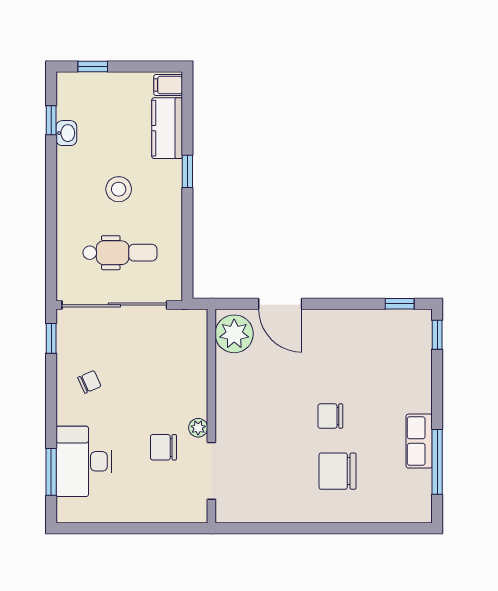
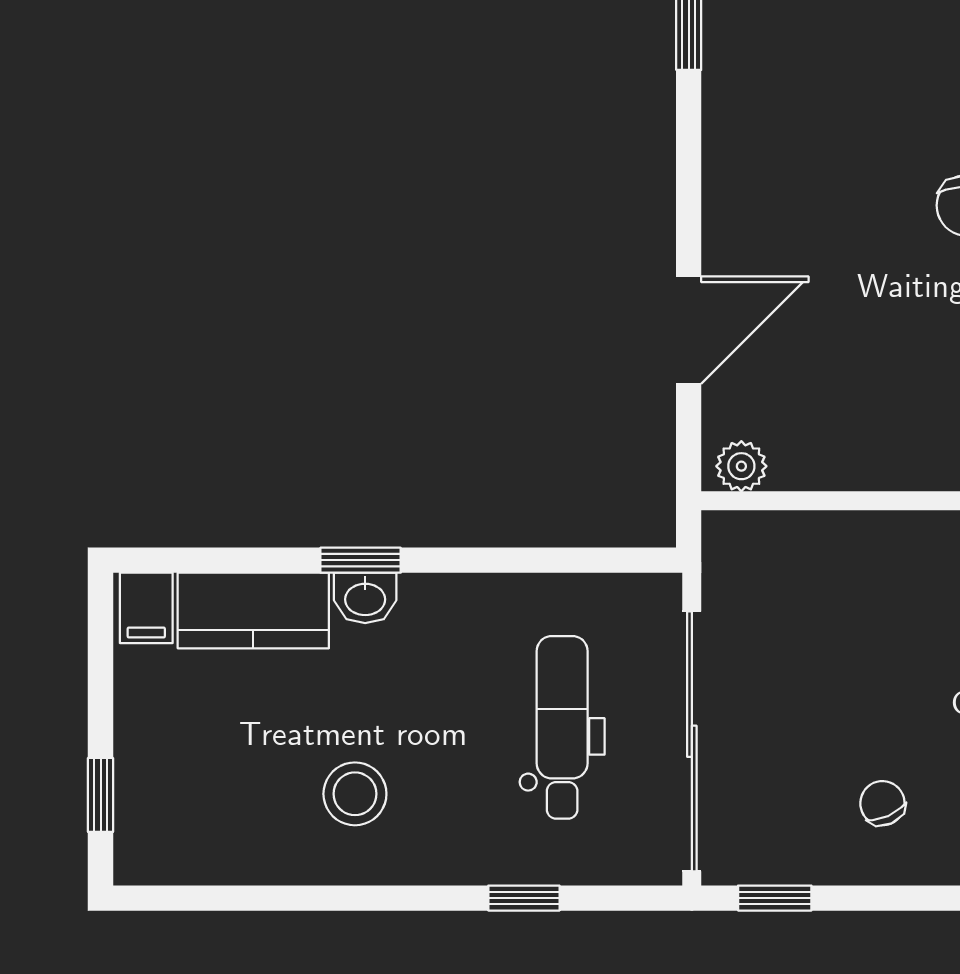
window: (51, 120) -> (524, 898), moved
washbasin: (66, 133) -> (365, 598), moved, turned 180
stool: (119, 189) -> (355, 794), moved
plant: (234, 334) -> (741, 466), width x0.53, depth x0.53

